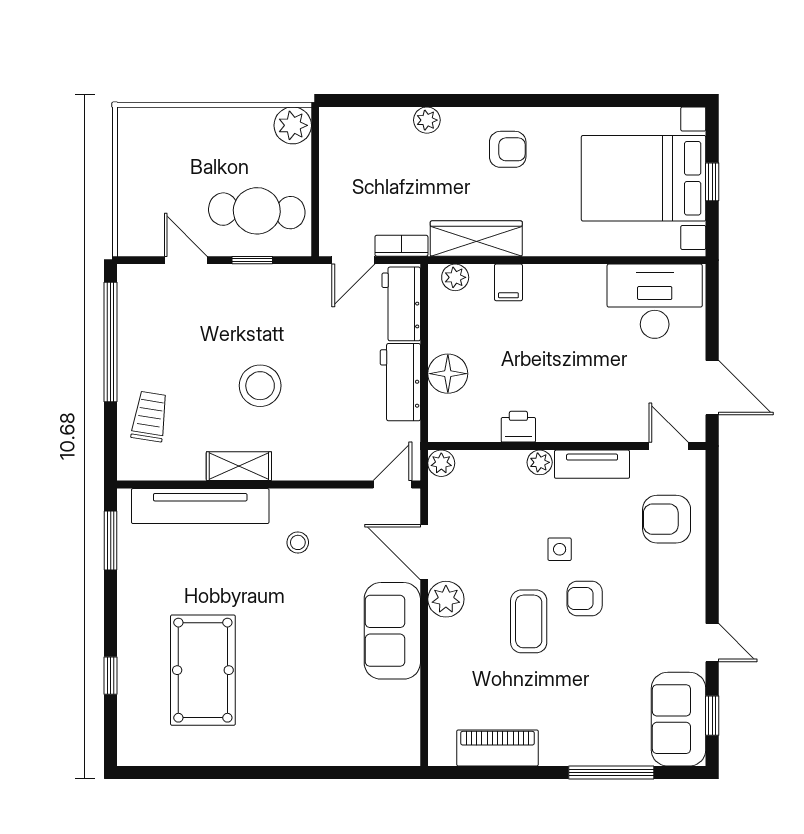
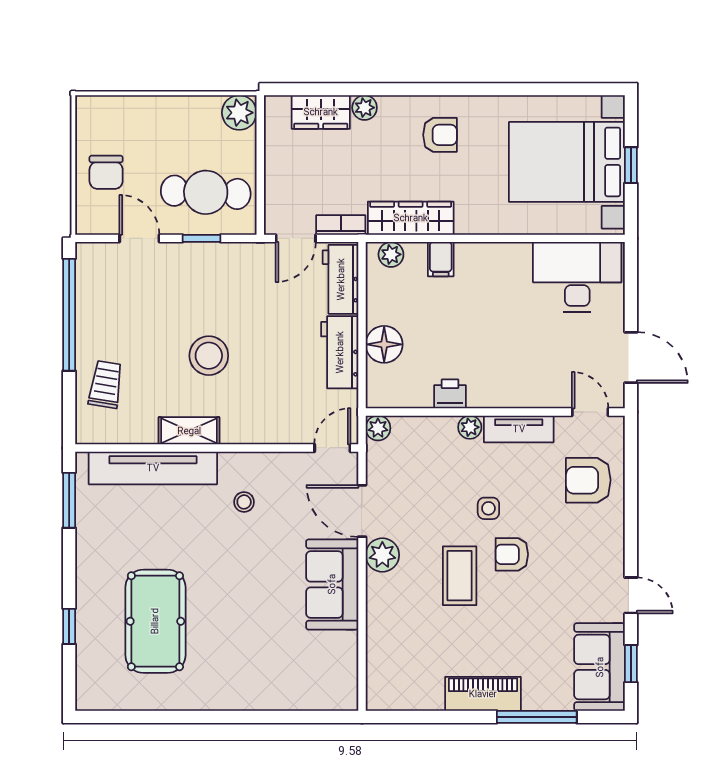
wardrobe: (380, 125) -> (321, 112), added
chair: (150, 189) -> (106, 172), added
piano: (498, 748) -> (483, 694), moved

